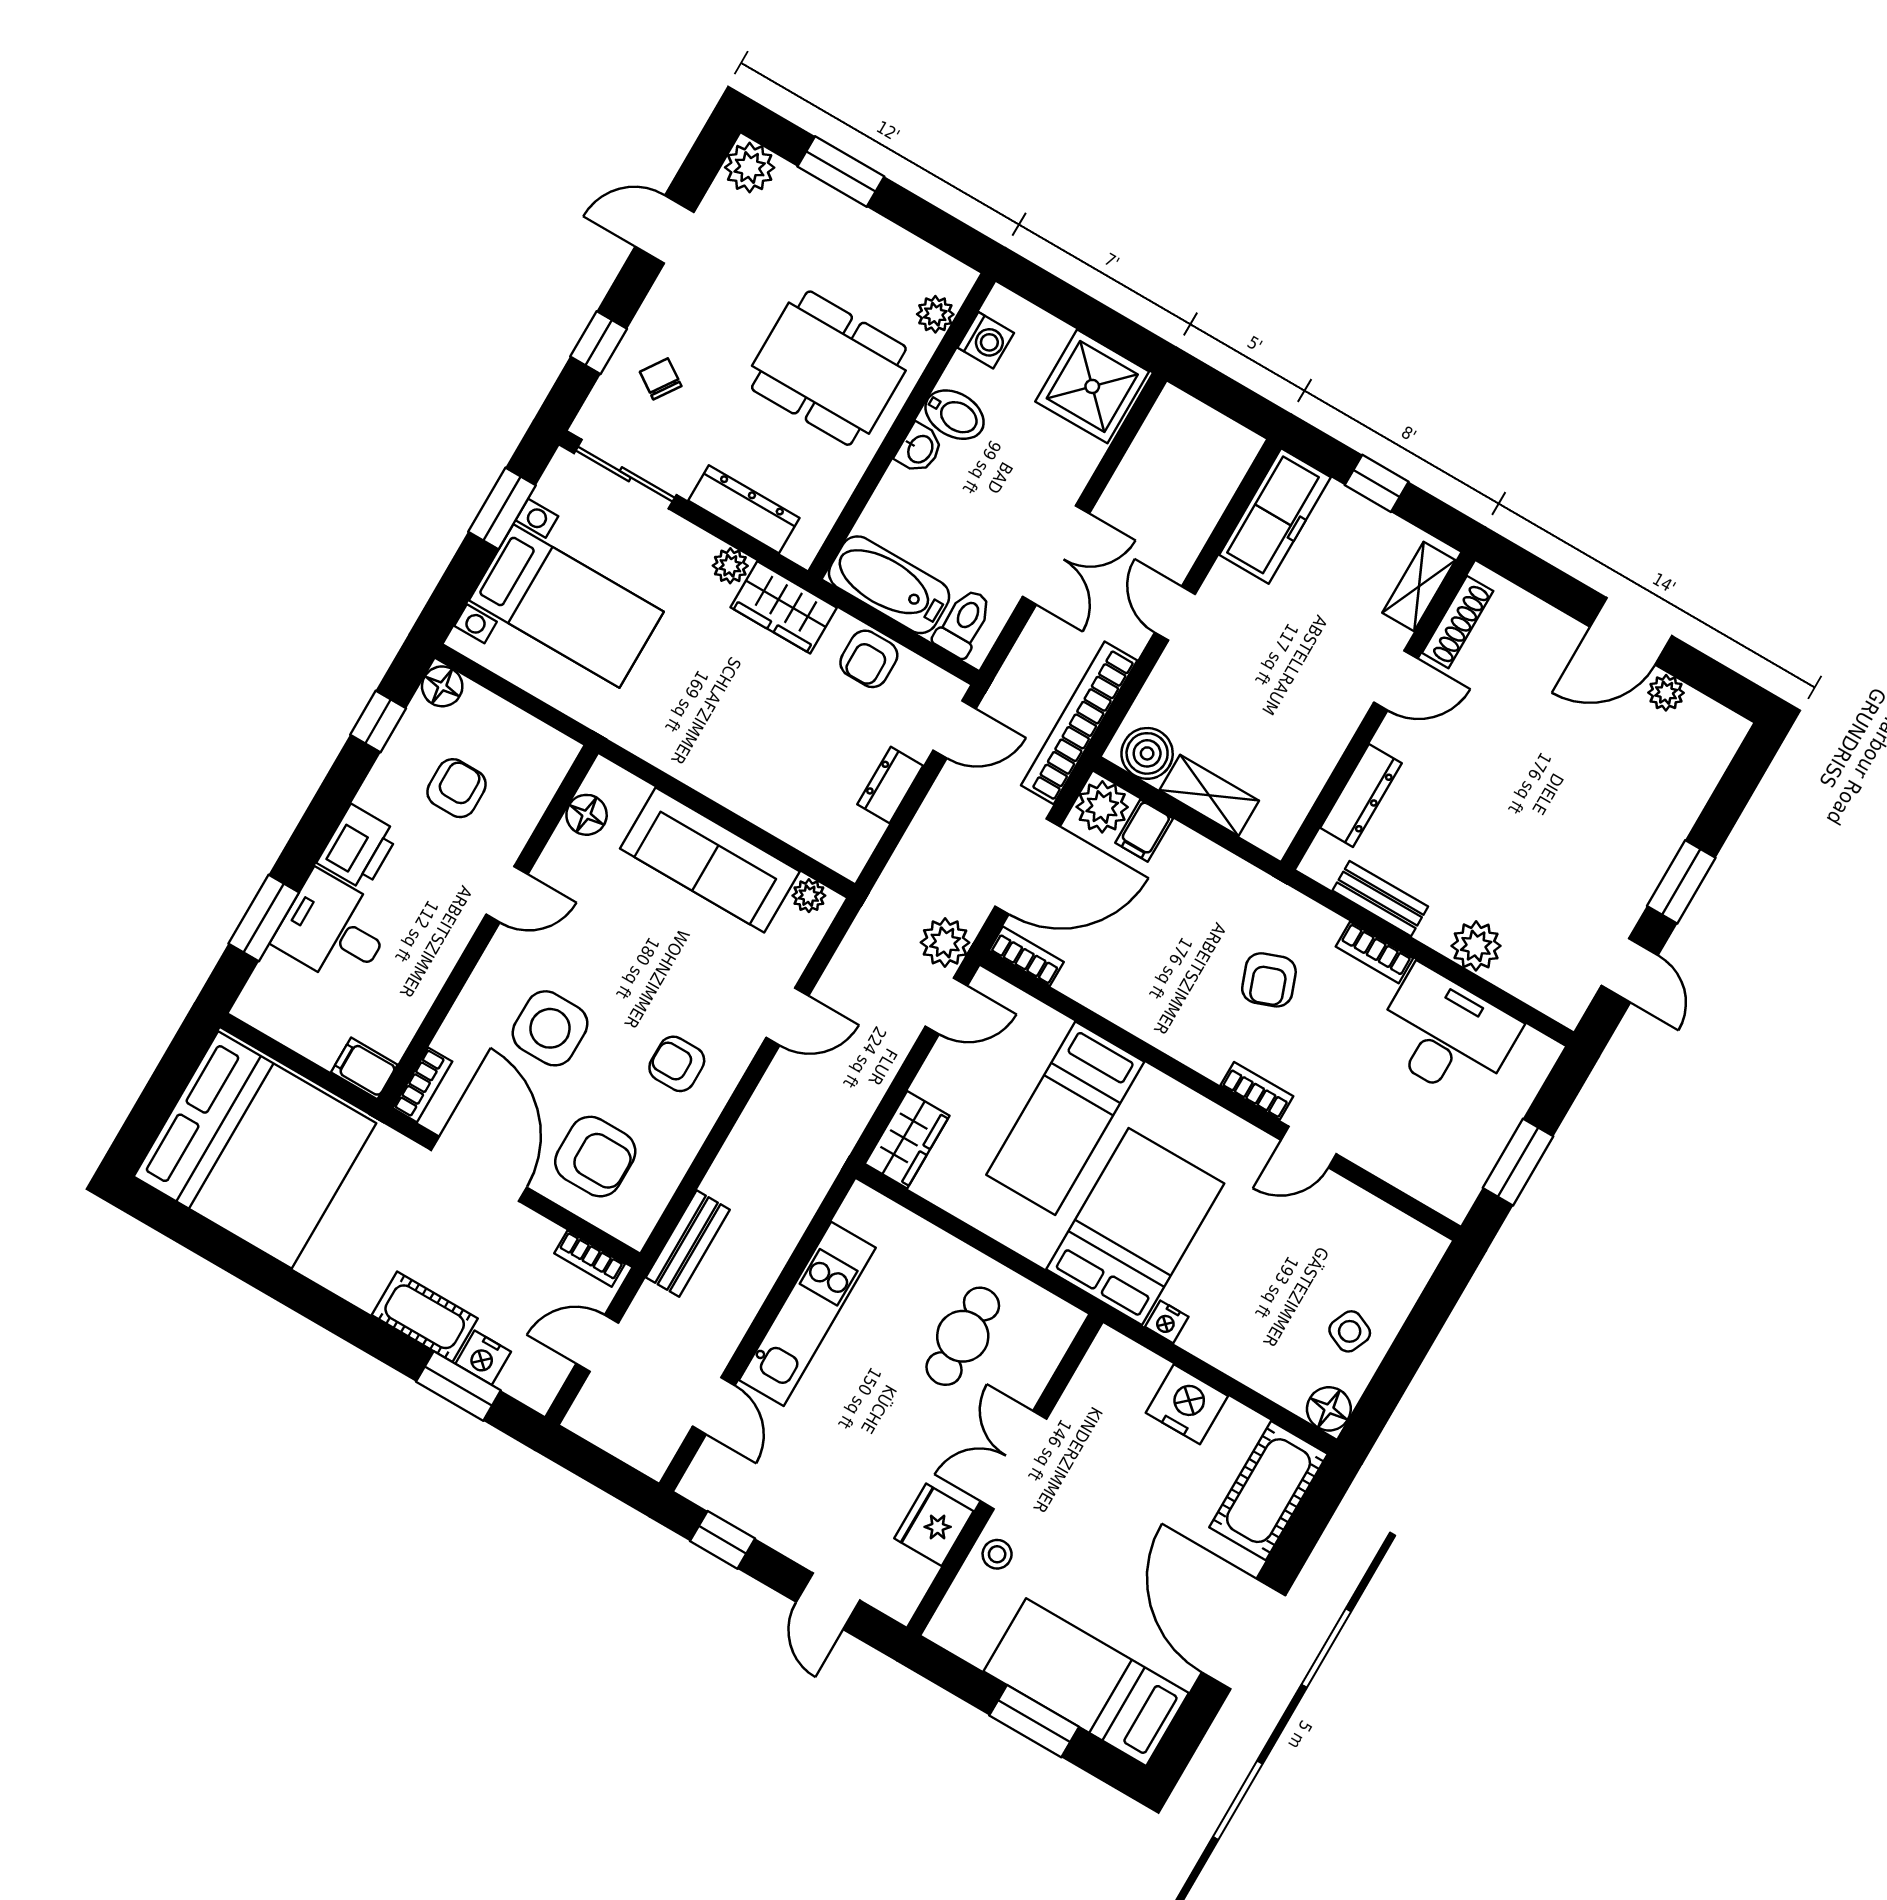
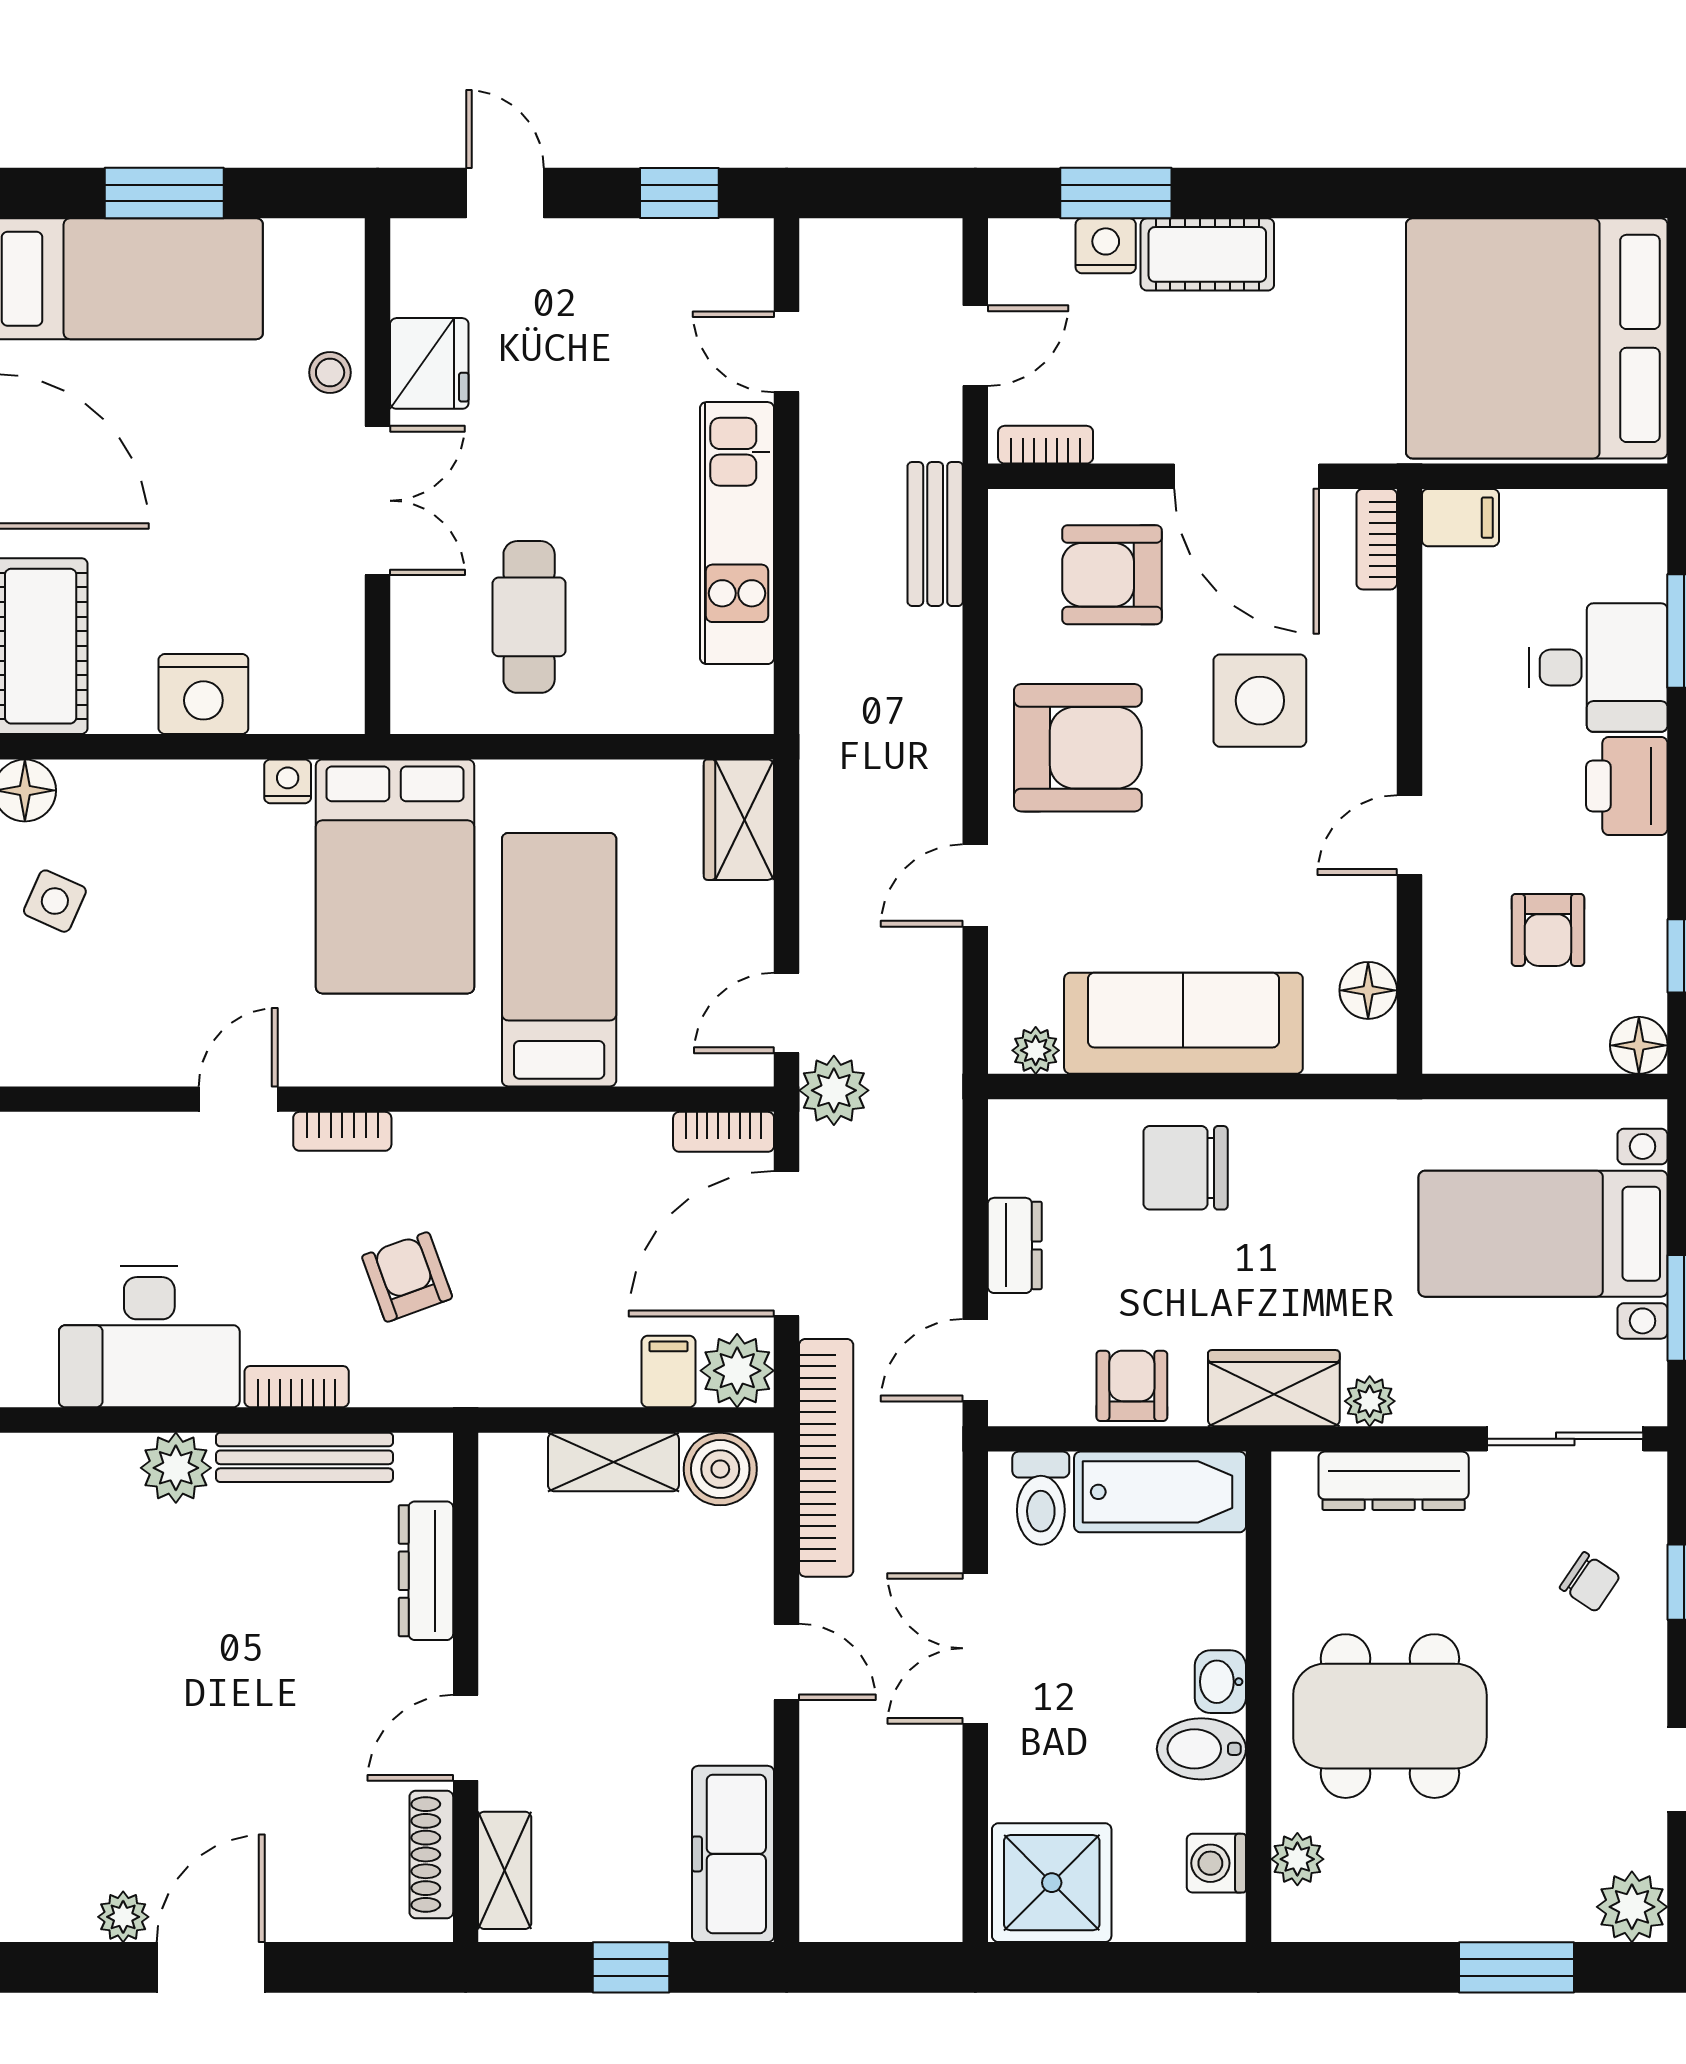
chair: (759, 772) -> (1186, 1168), added
bench: (1380, 899) -> (304, 1457), width x1.36
armchair: (677, 1064) -> (1078, 748), width x1.88, depth x1.88

